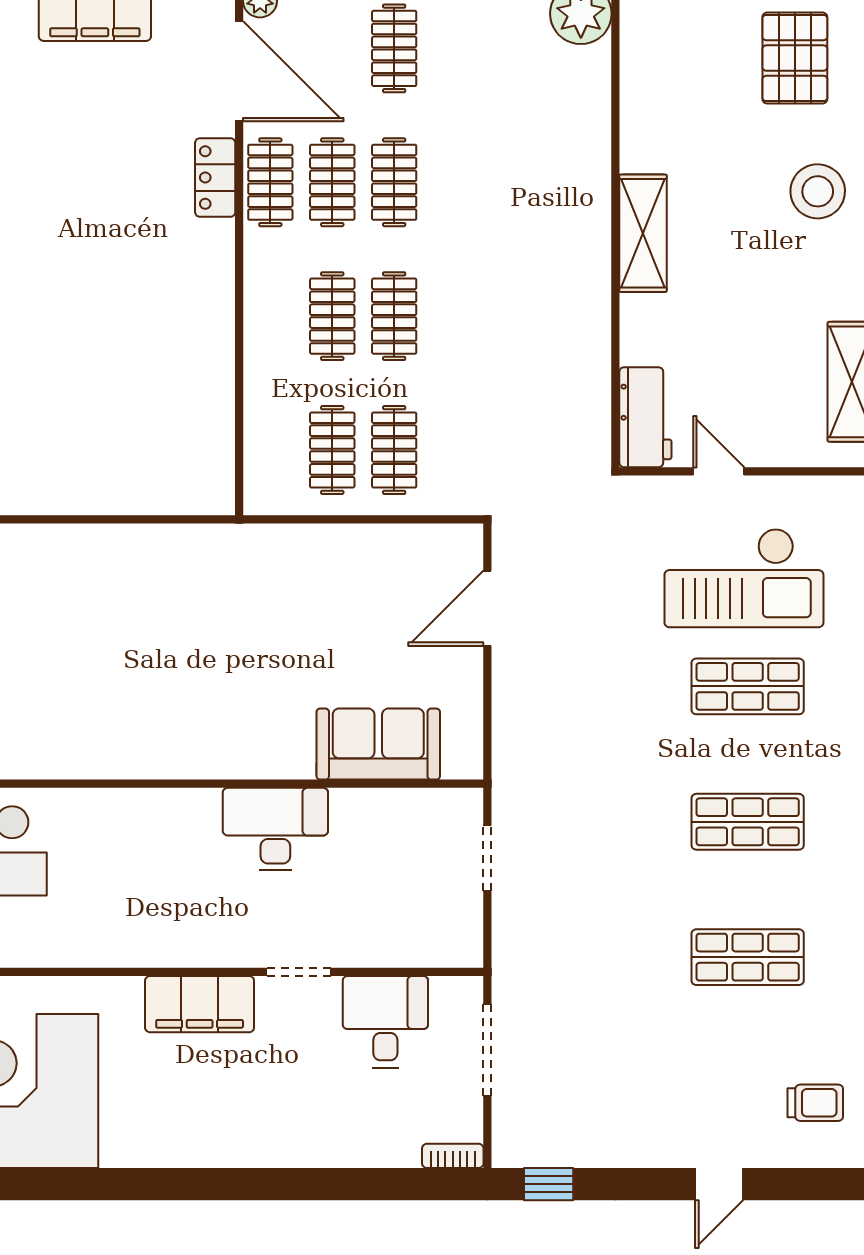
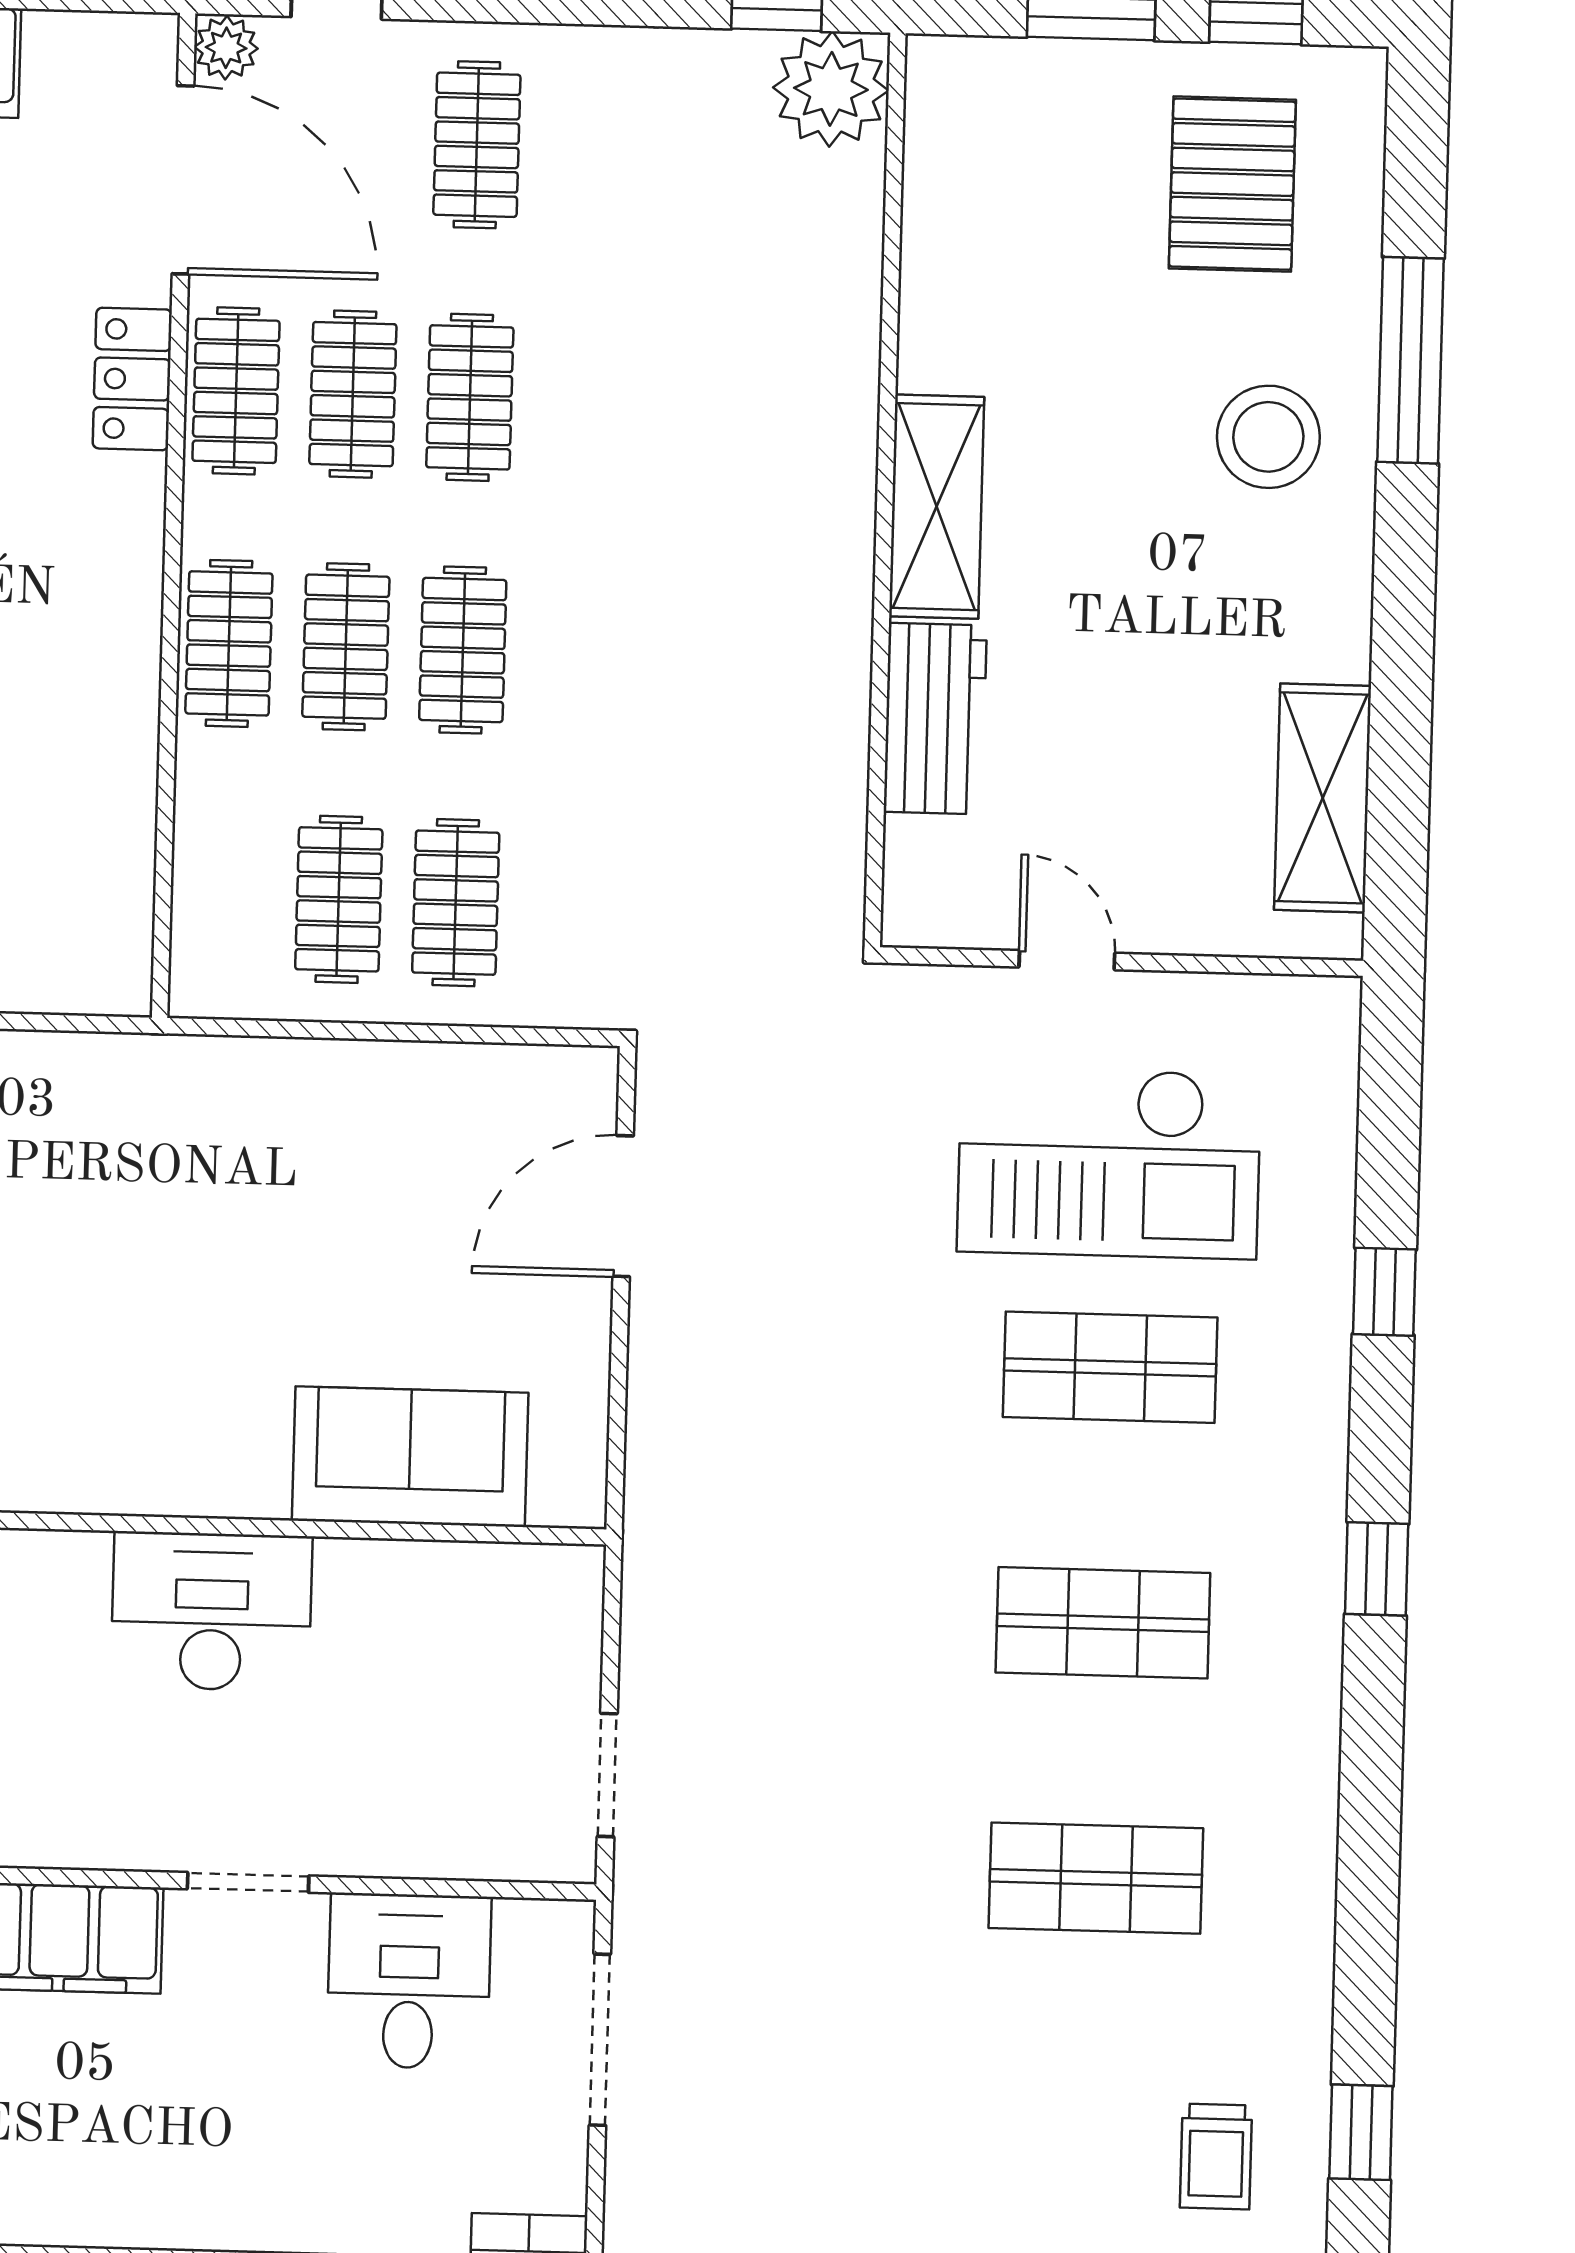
clothes rail: (270, 316) -> (229, 643), added
workbench: (645, 417) -> (935, 719), moved
doorway: (487, 858) -> (607, 1775), moved
trolley: (815, 1103) -> (1216, 2156), turned 90

